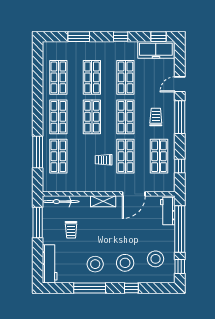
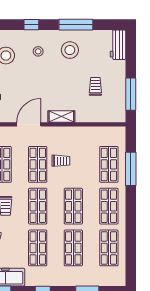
bicycle: (61, 202) -> (106, 116), removed
stool: (125, 263) -> (38, 51), width x0.53, depth x0.53
workbench: (50, 264) -> (118, 45), width x0.73

